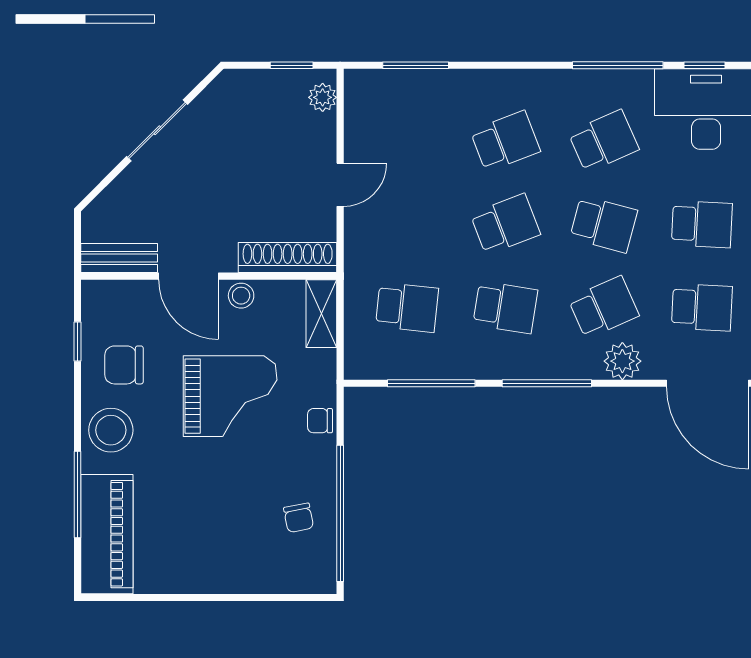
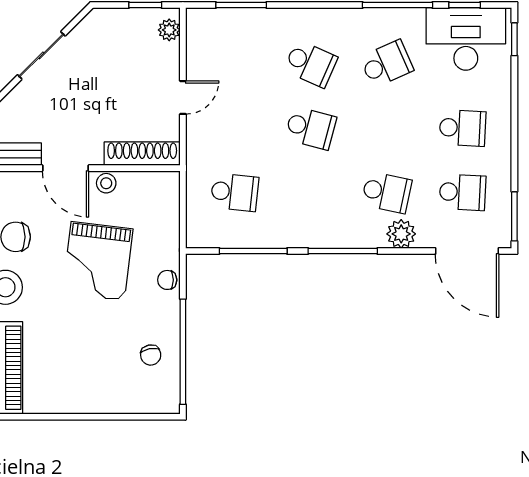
school desk: (505, 141) -> (311, 64), turned 45
school desk: (505, 224) -> (311, 128), turned 36
school desk: (604, 224) -> (387, 128), removed
school desk: (505, 307) -> (311, 192), removed
school desk: (604, 307) -> (387, 192), turned 36
shelving: (321, 314) -> (168, 197), removed
grand piano: (230, 396) -> (98, 261), turned 97

